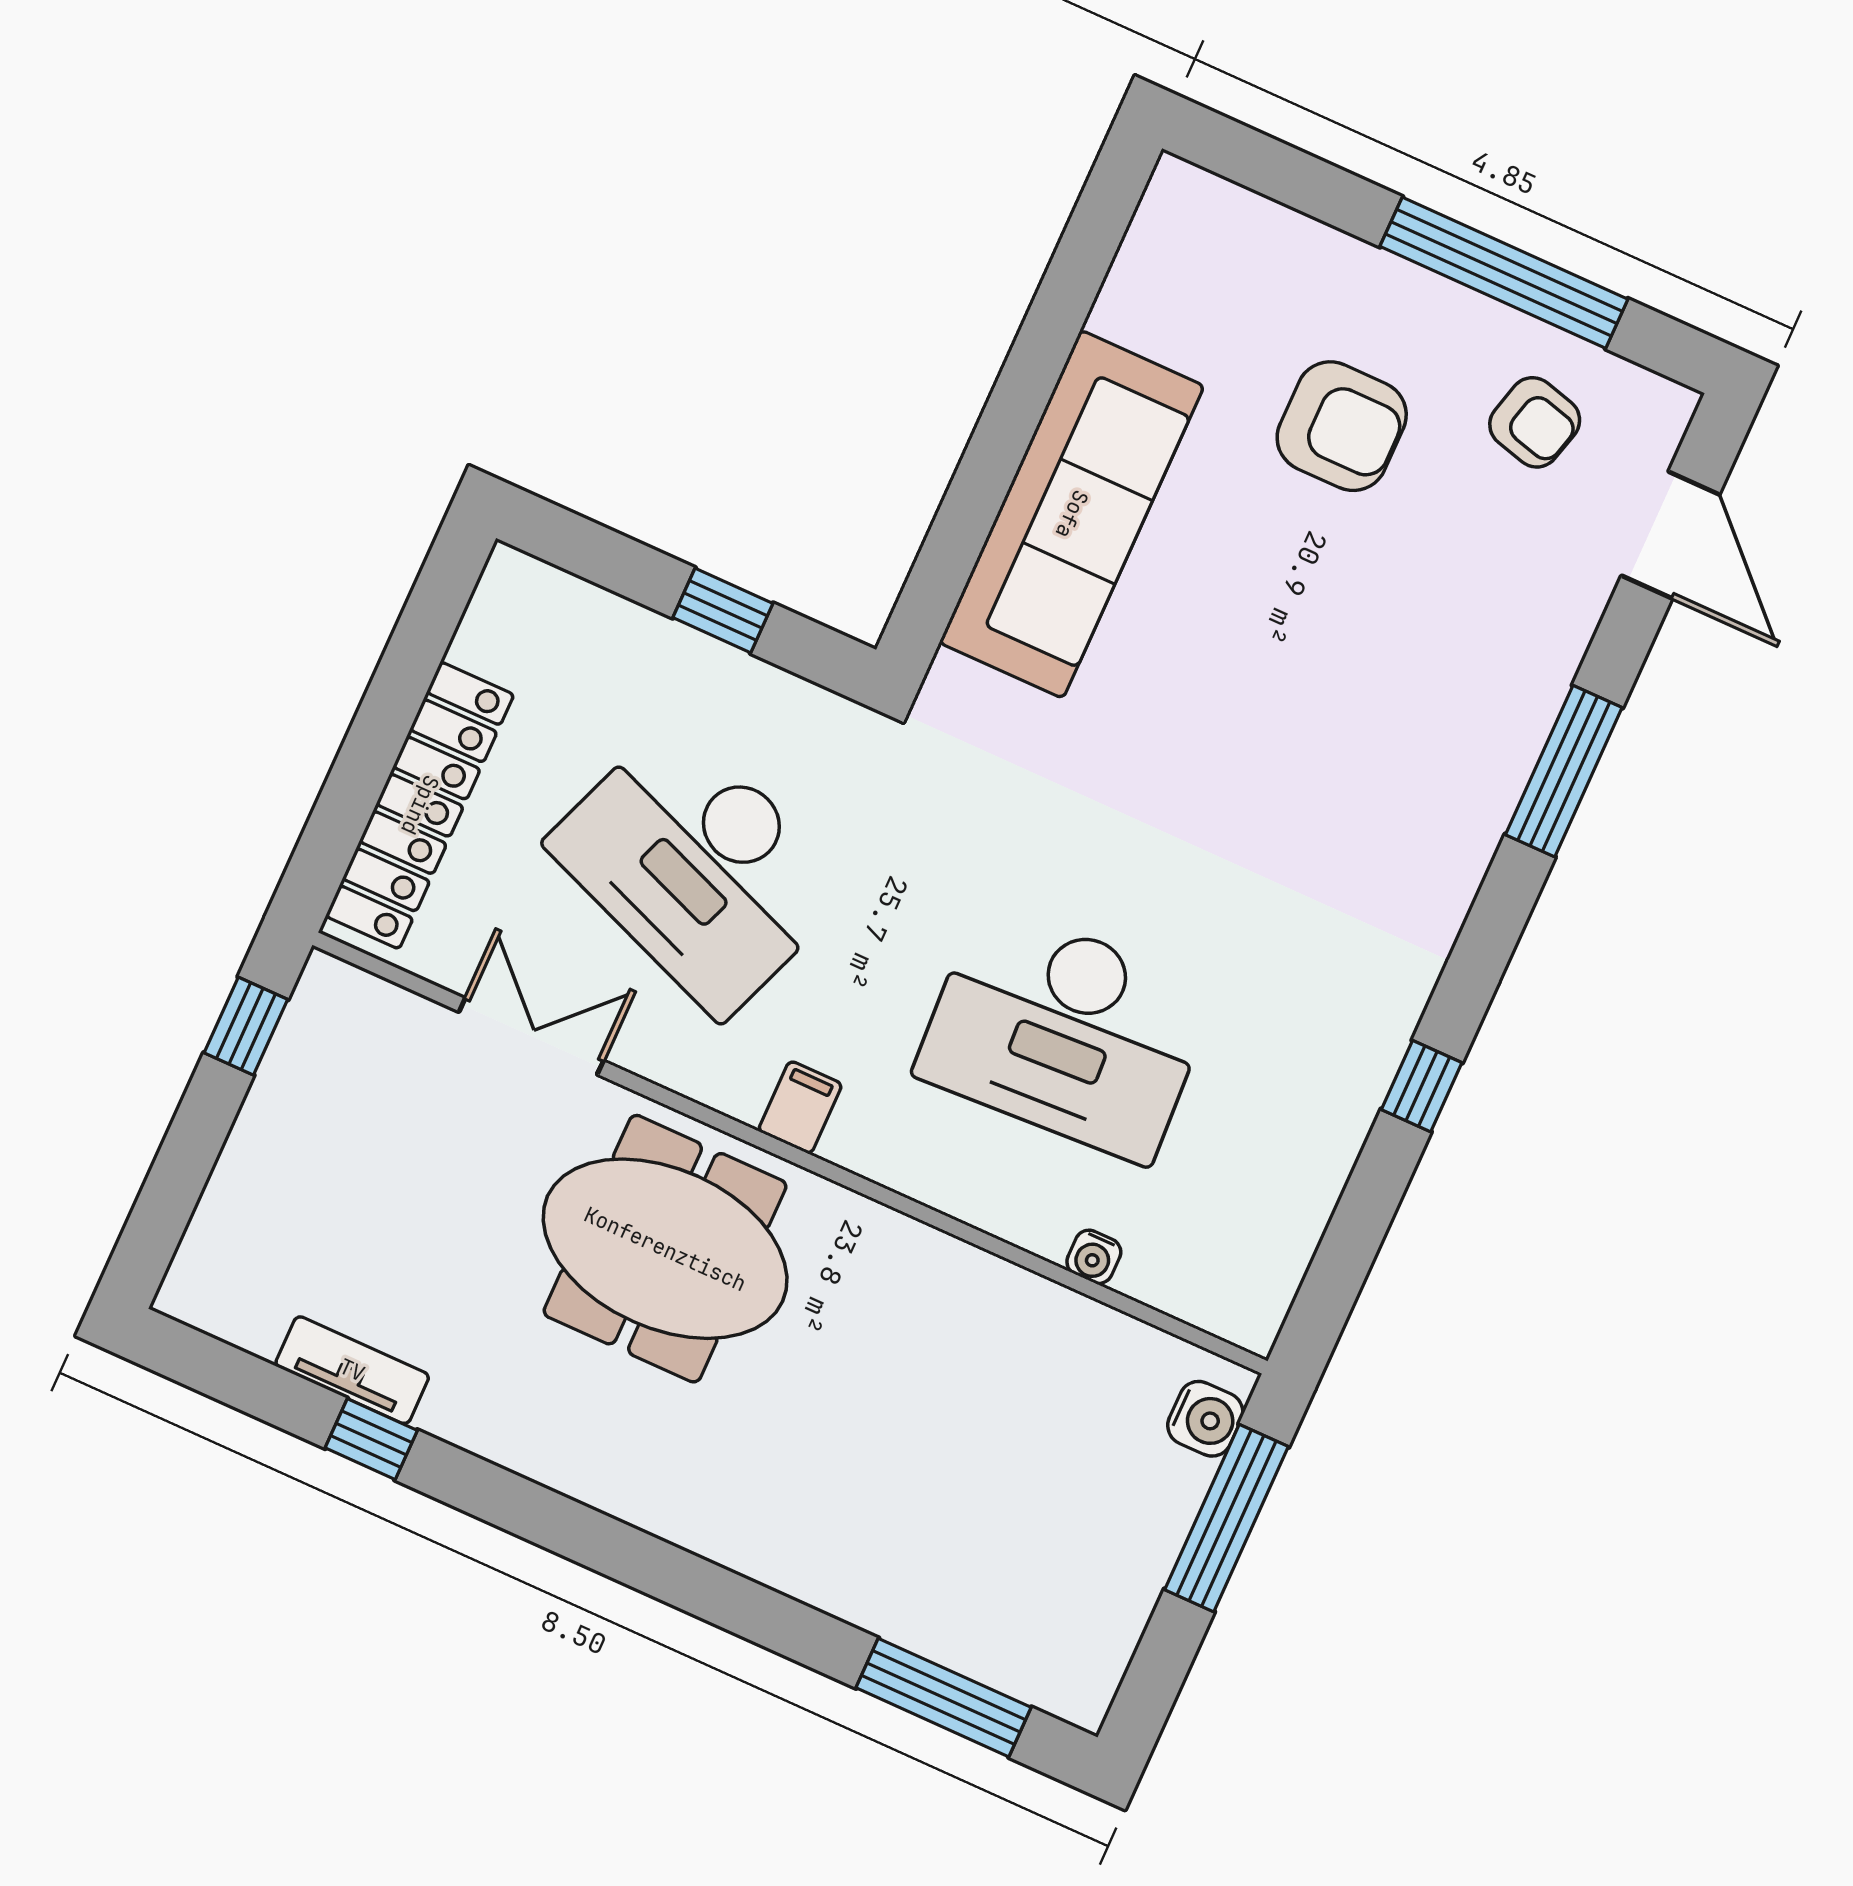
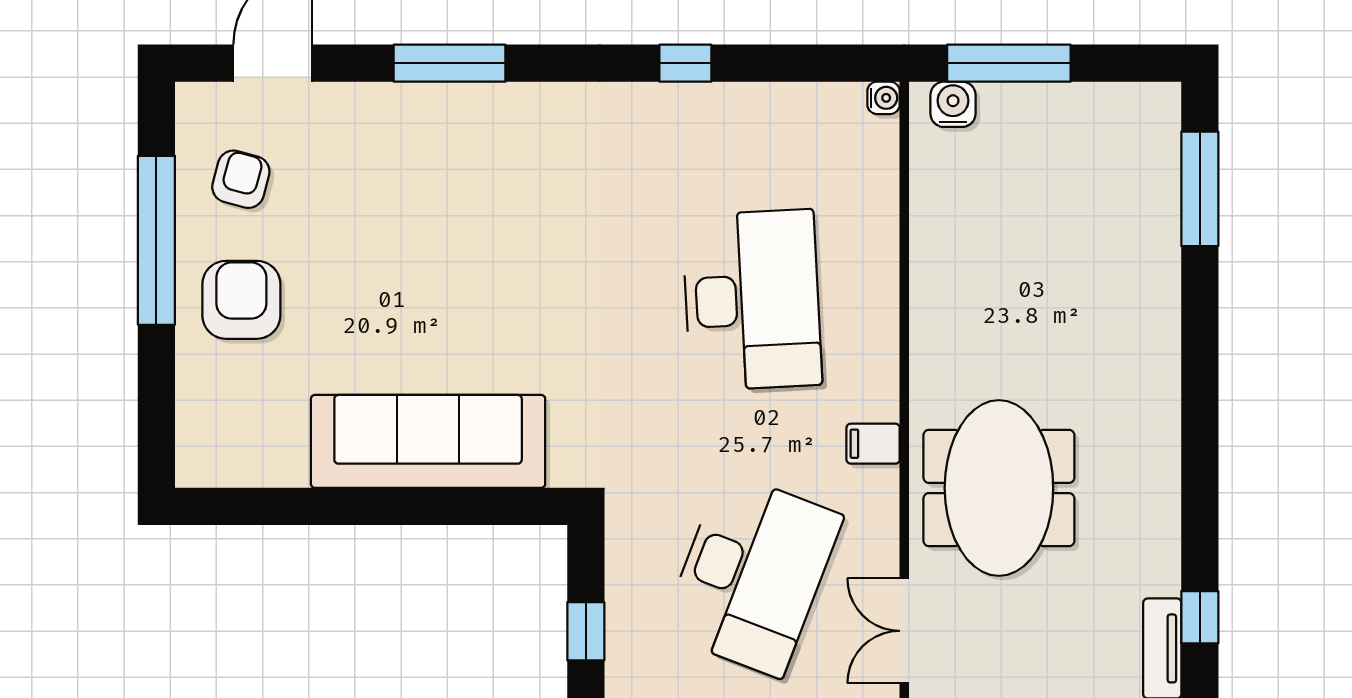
armchair: (1342, 426) -> (241, 300), moved
water cooler: (1094, 1257) -> (884, 98), moved

